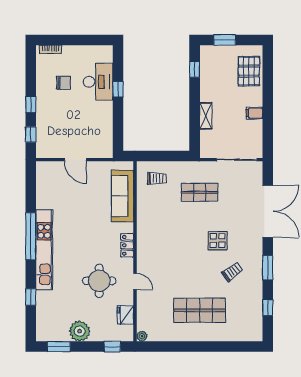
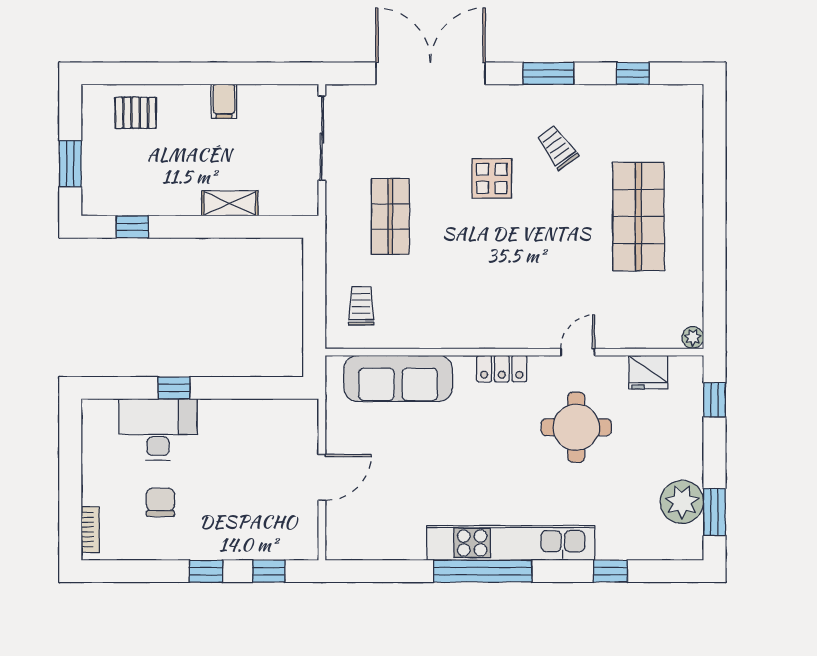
pallet: (249, 71) -> (136, 113), width x0.67, depth x0.71
plant: (80, 331) -> (682, 502), moved

